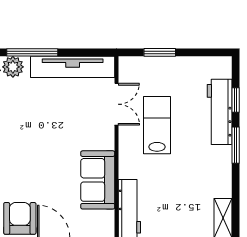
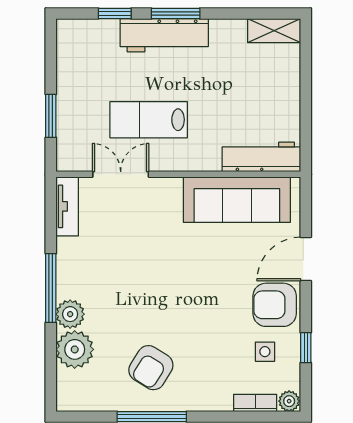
tv unit: (73, 67) -> (67, 206), width x0.52, depth x0.78
workbench: (220, 112) -> (164, 35), moved
sofa: (98, 180) -> (237, 200), width x1.36

